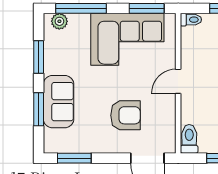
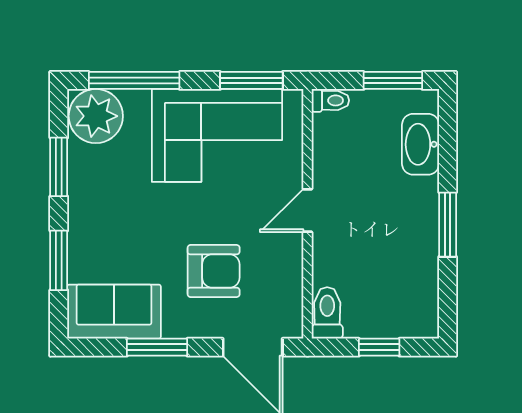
plant: (59, 21) -> (96, 116), width x1.87, depth x1.87
sofa: (59, 102) -> (114, 312), moved, turned -90
window: (74, 158) -> (157, 347), moved

